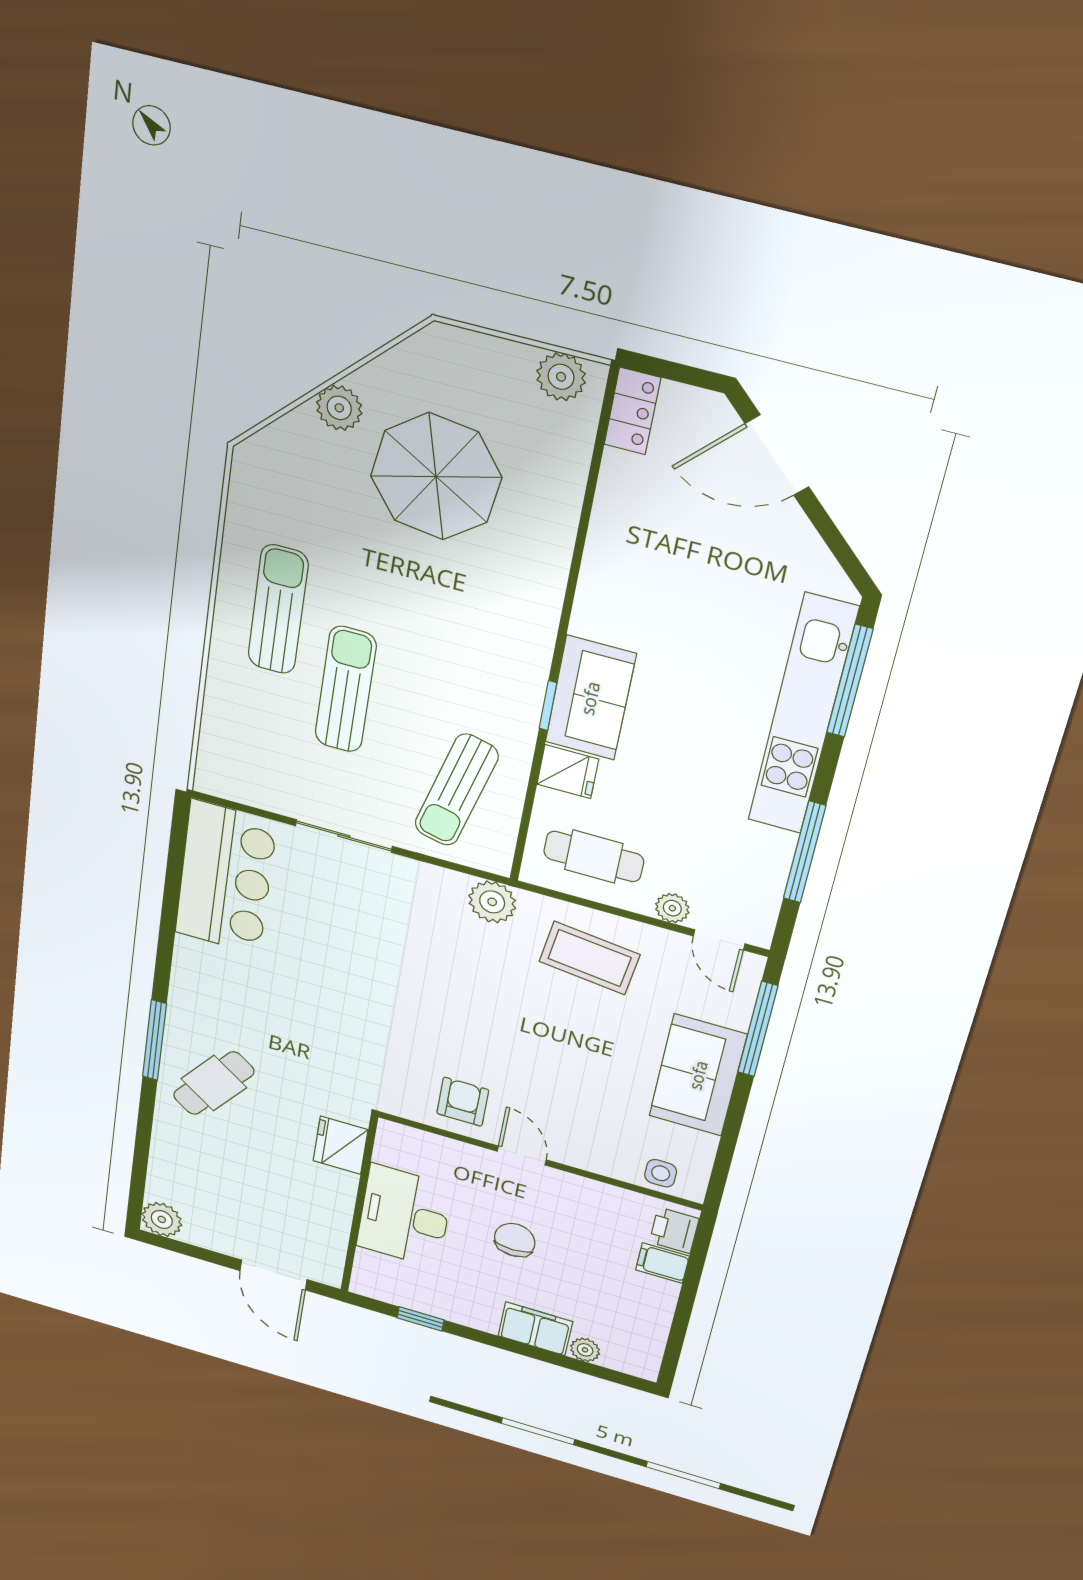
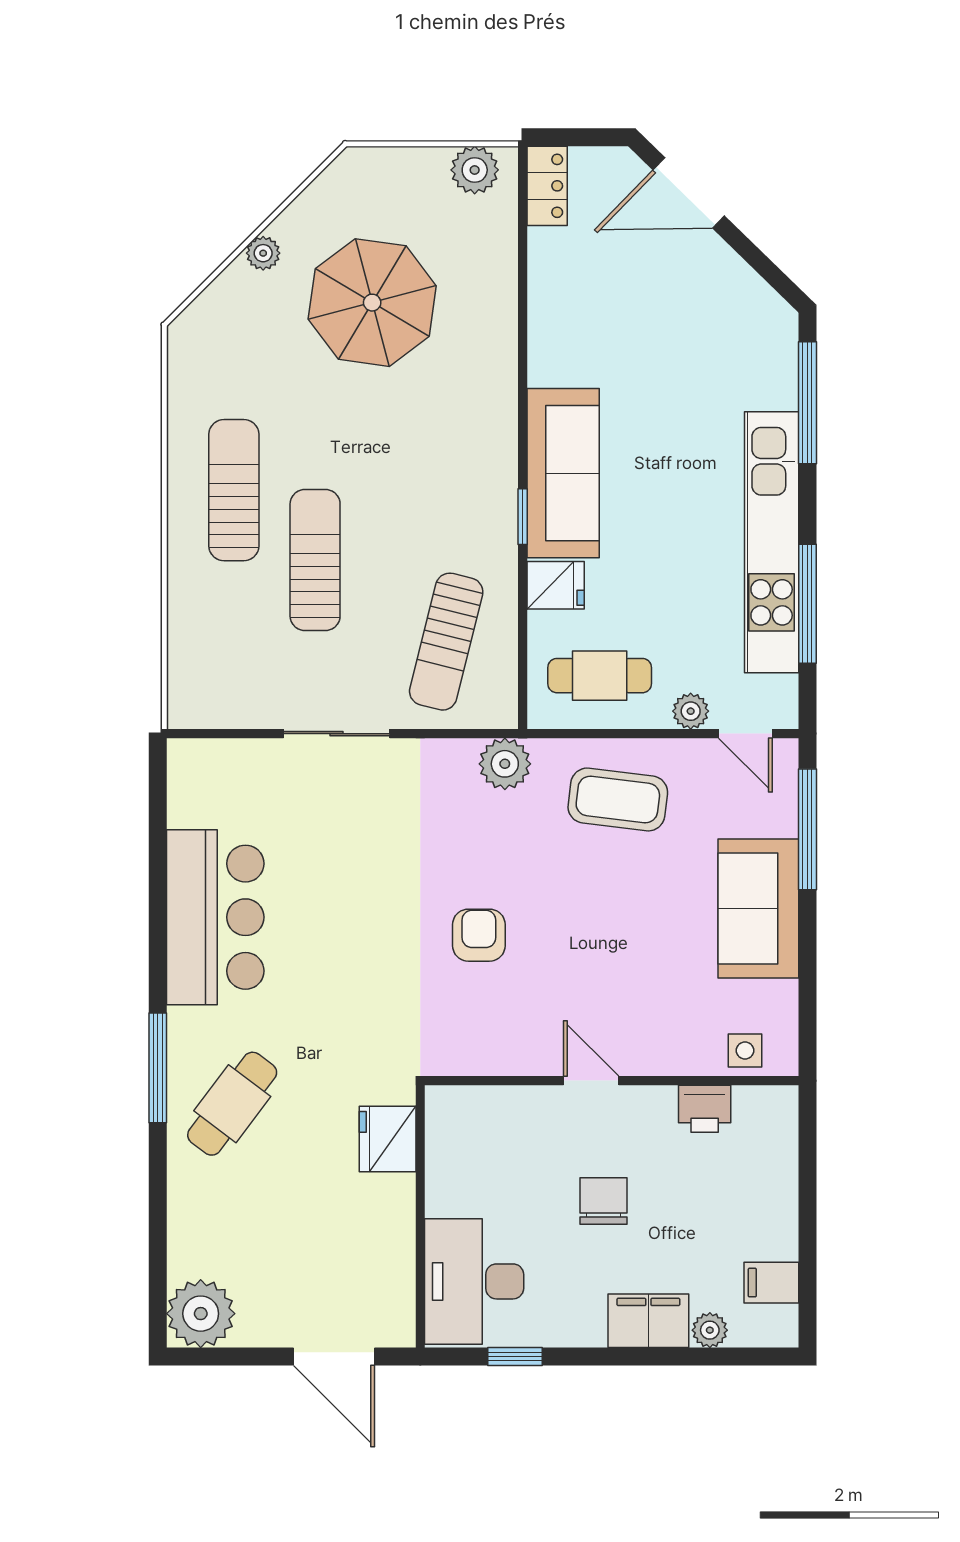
plant: (339, 408) -> (263, 253), width x0.73, depth x0.73
sofa: (590, 698) -> (563, 473), width x1.36
kitchen unit: (803, 715) -> (772, 542), moved
bar counter: (225, 878) -> (215, 917), moved
armchair: (463, 1102) -> (479, 935), moved
desk: (404, 1216) -> (474, 1281), moved
plant: (162, 1219) -> (201, 1314), width x1.36, depth x1.36
printer: (674, 1230) -> (705, 1109), moved, turned -90
filing cabinet: (663, 1263) -> (771, 1283), moved

